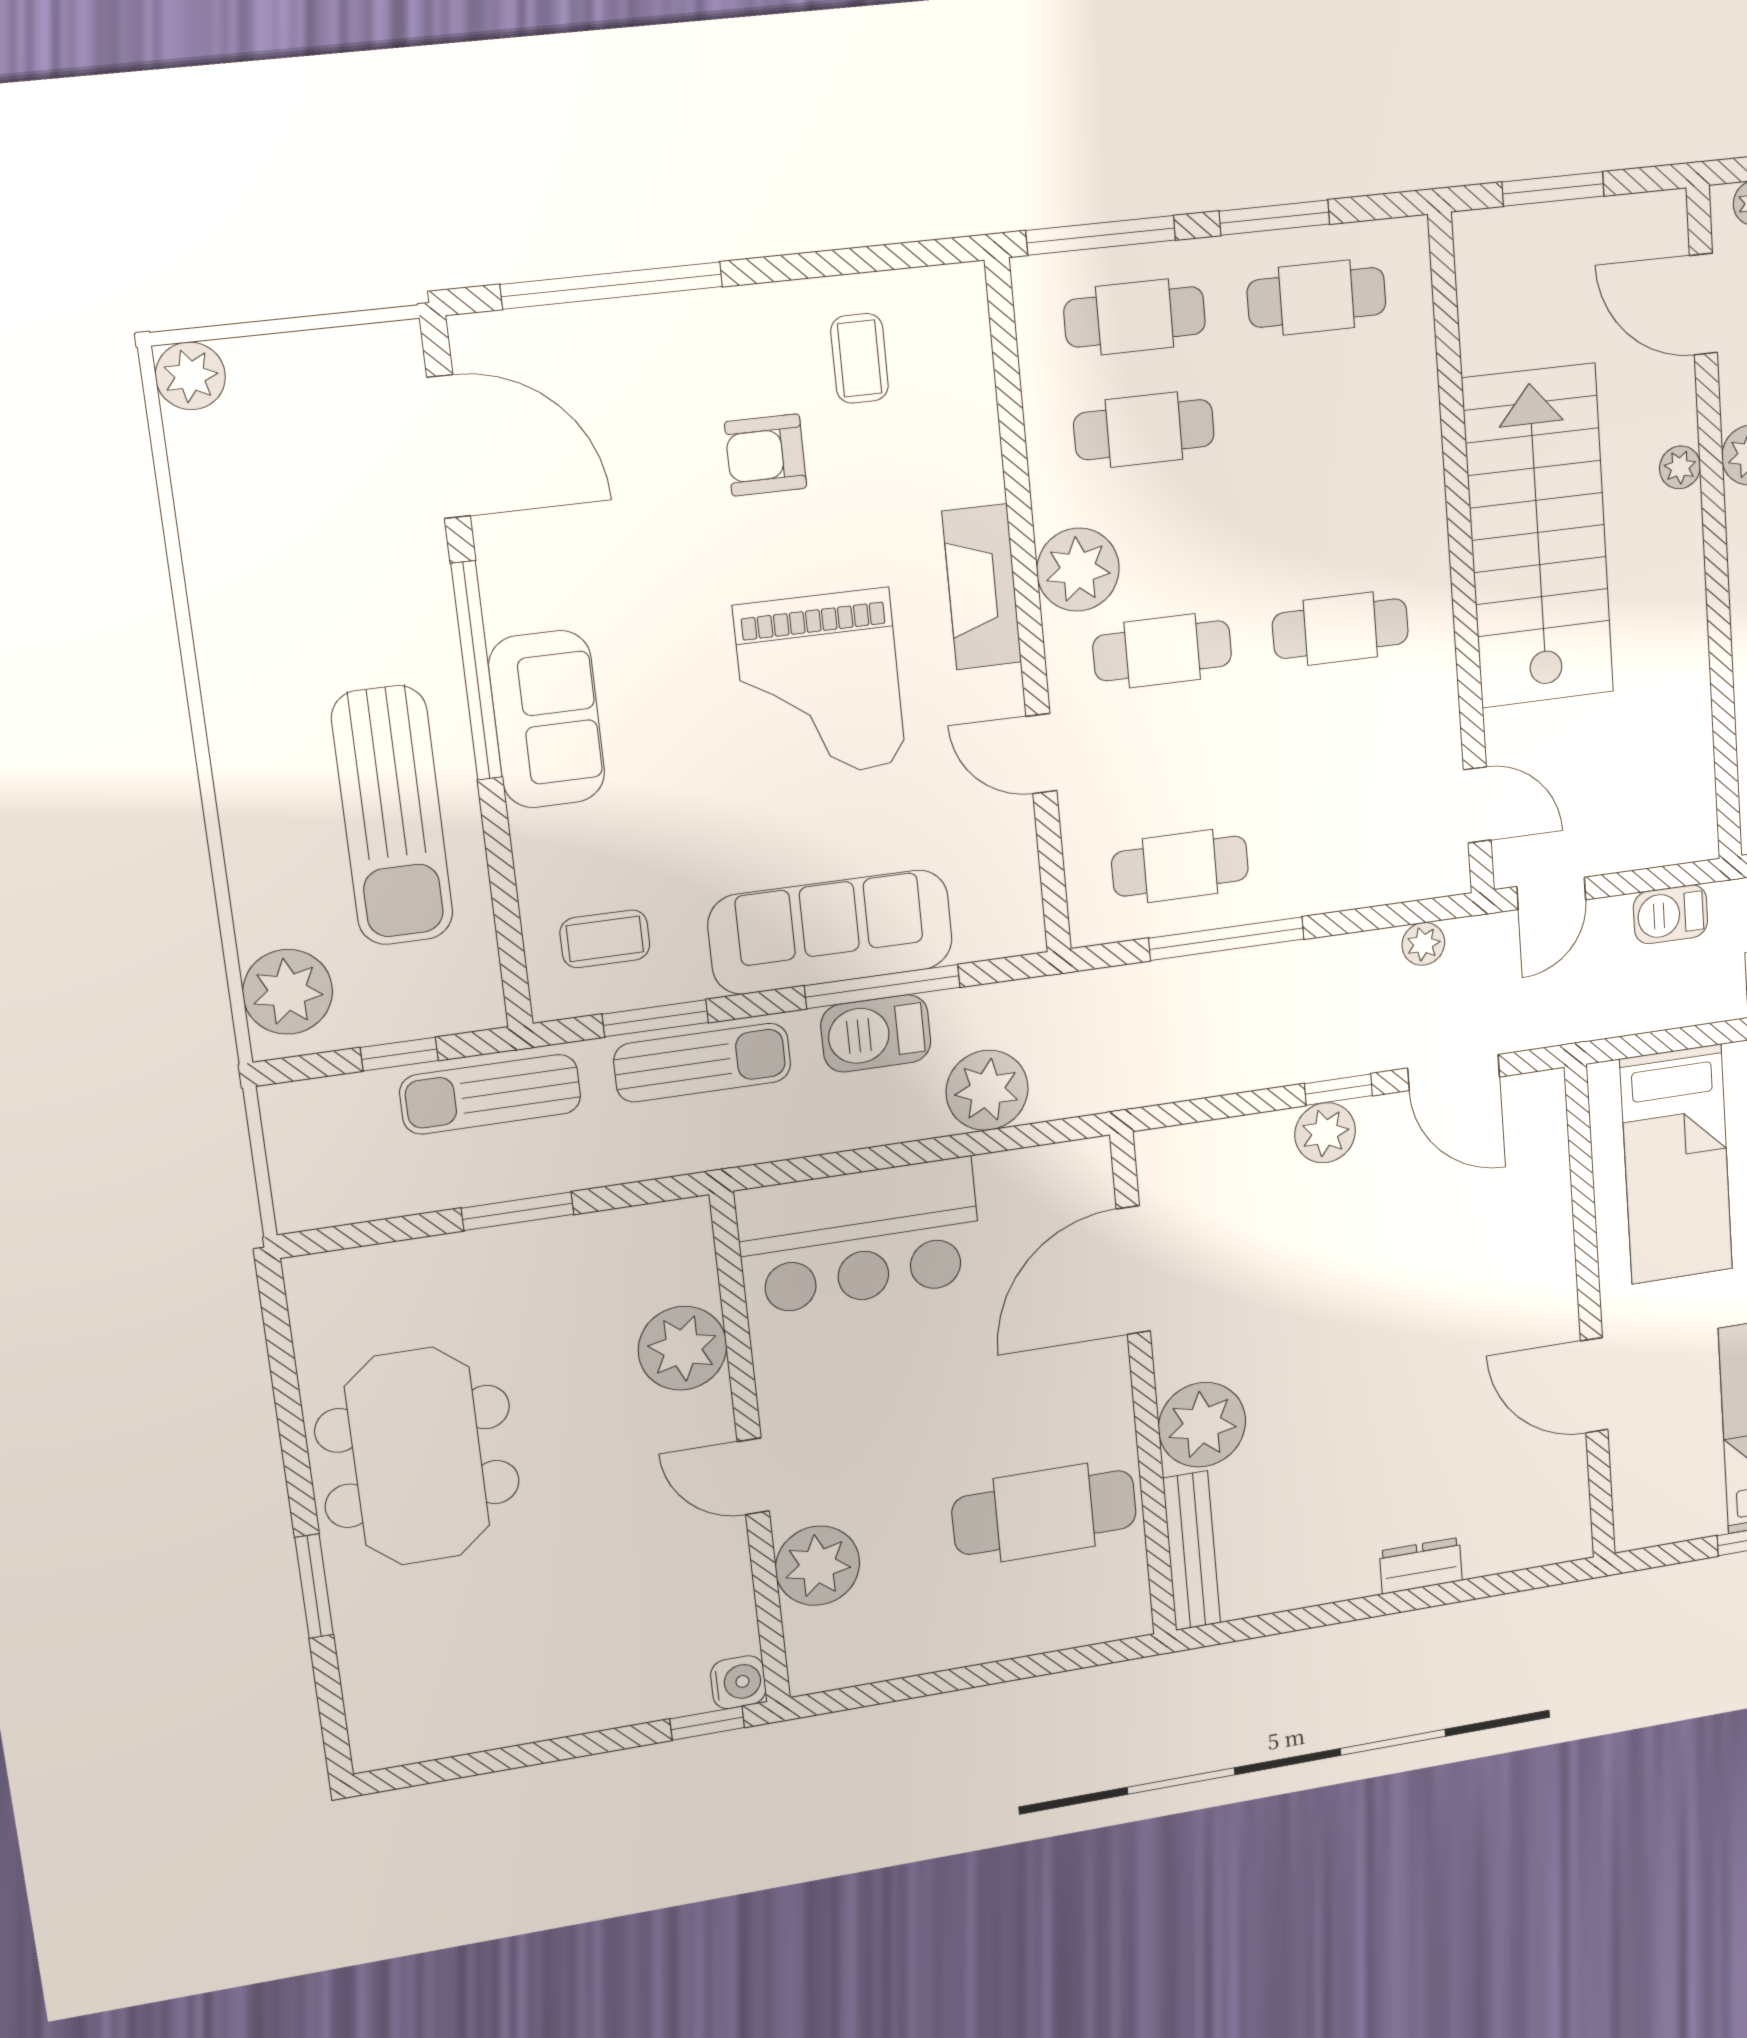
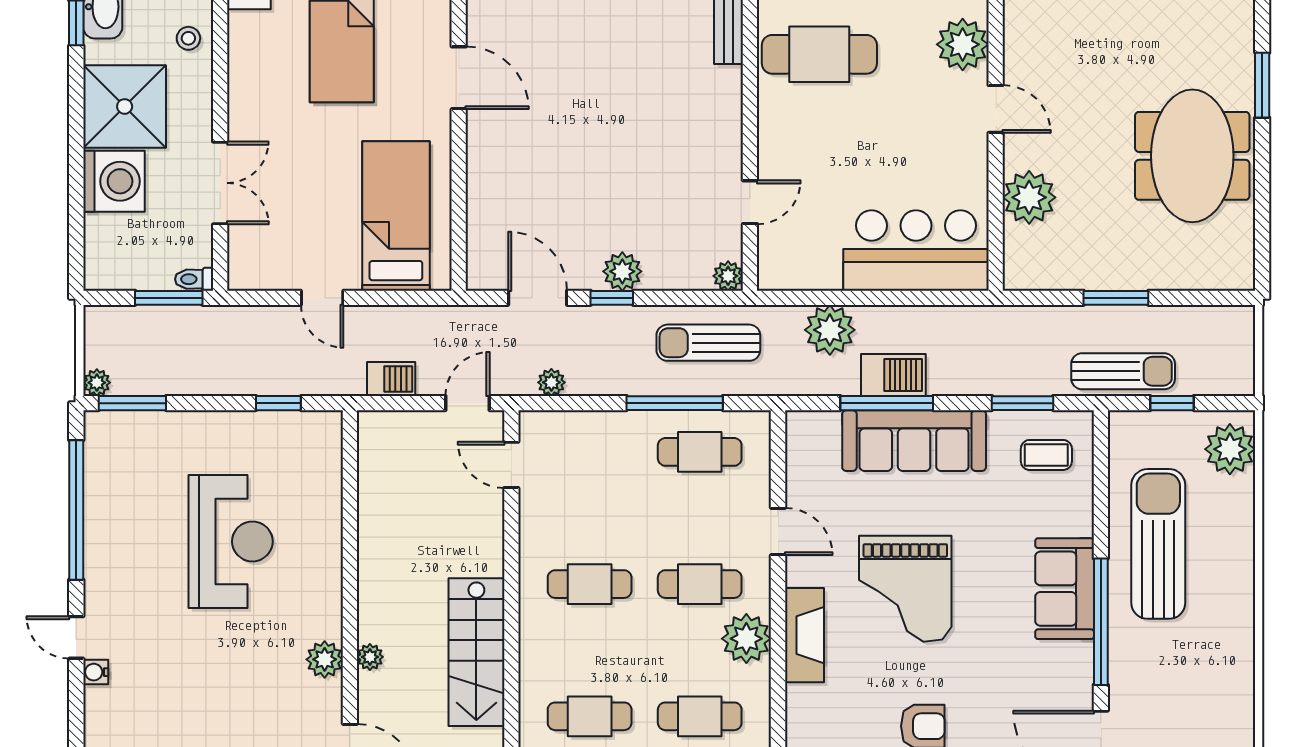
cafe table: (1325, 409) -> (590, 716), added
stairs: (1538, 536) -> (476, 652), width x0.73, depth x0.66
grand piano: (820, 685) -> (905, 589), turned 180
sun lounger: (702, 1063) -> (708, 343), moved
door: (1133, 1270) -> (750, 202), width x0.53
plant: (1202, 1425) -> (728, 276), moved, width x0.53, depth x0.53

